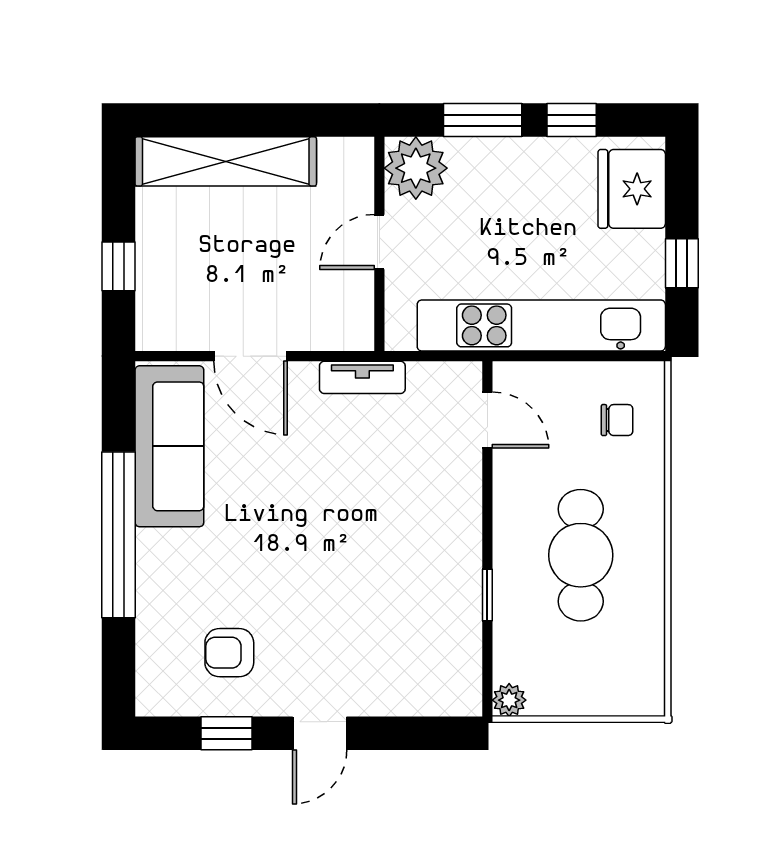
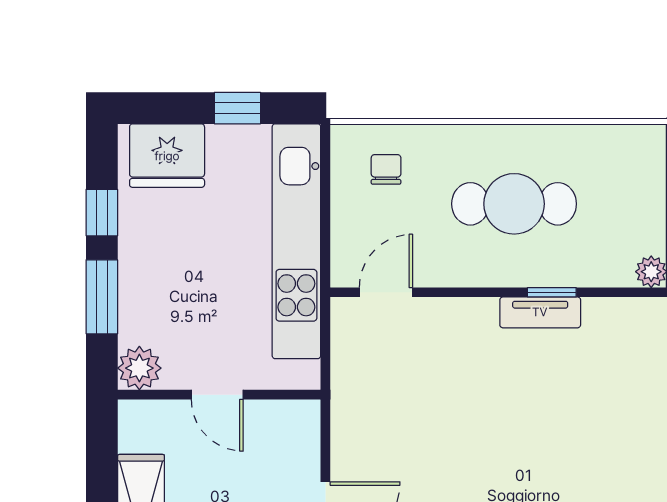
plant: (416, 168) -> (139, 368), width x0.73, depth x0.73
tv unit: (362, 377) -> (540, 312), moved, turned 90

